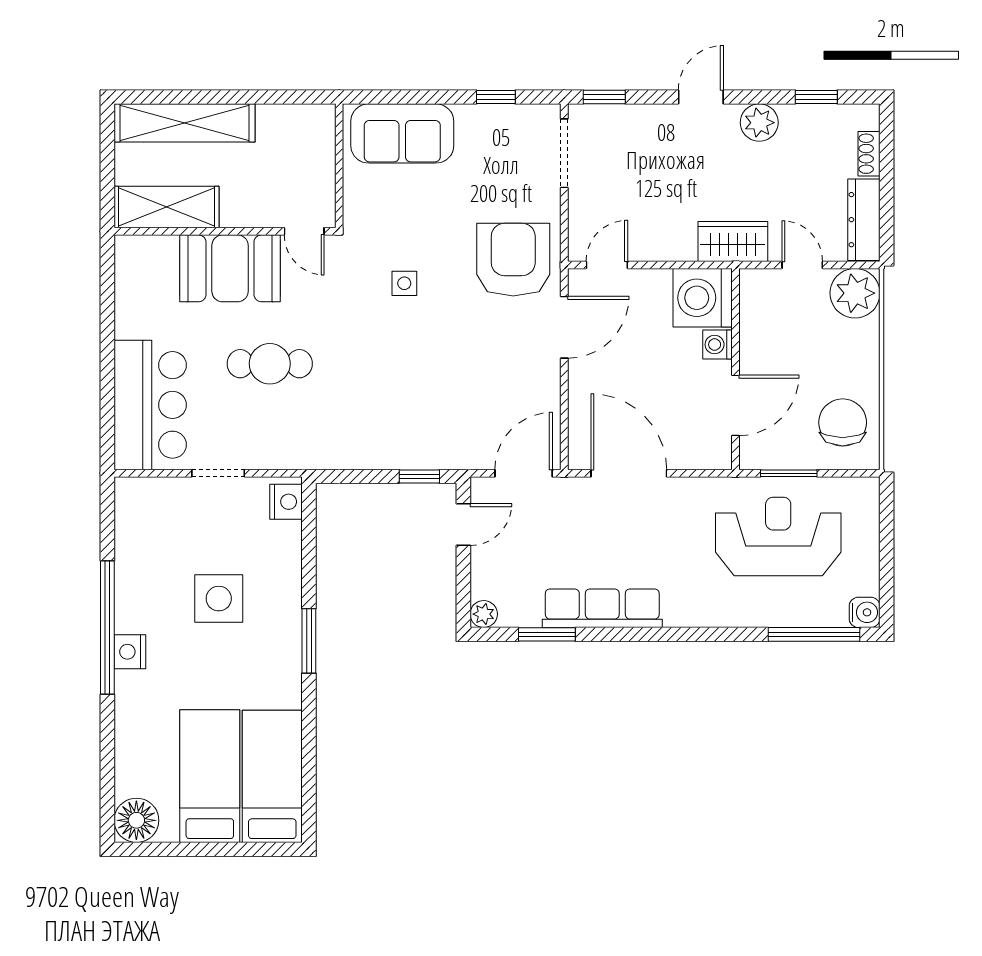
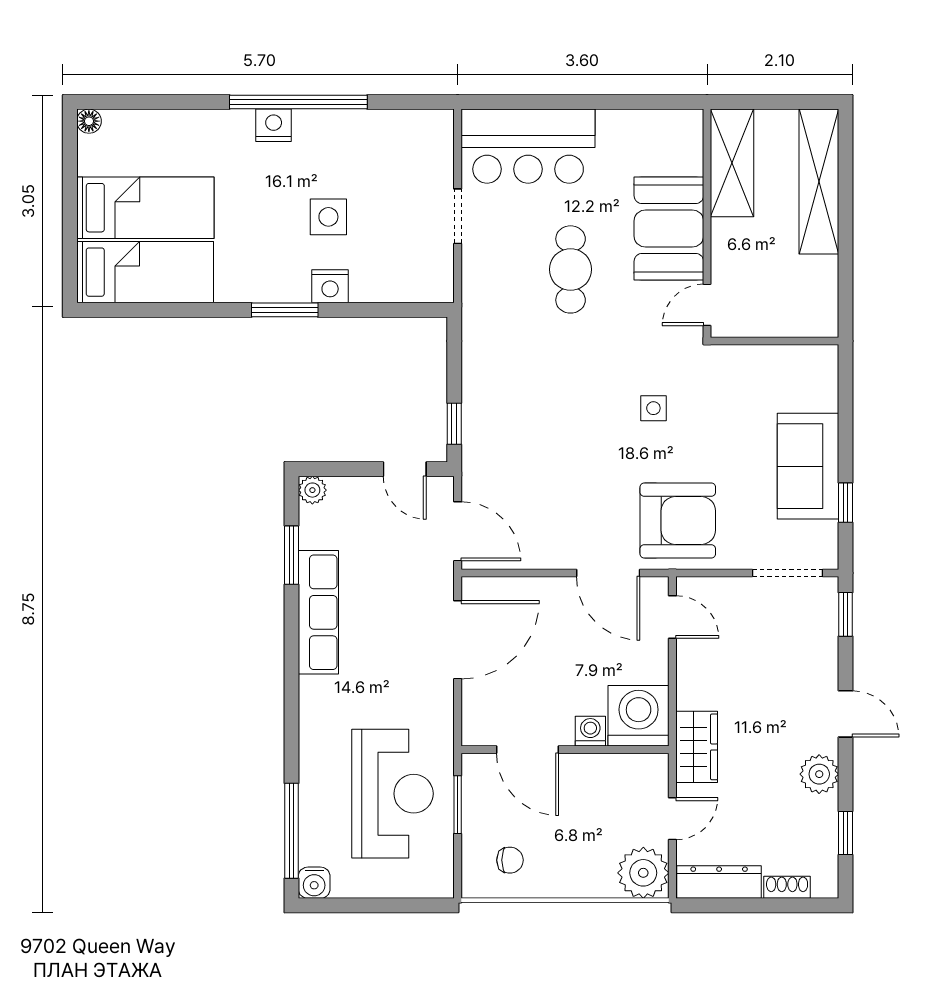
sofa: (402, 133) -> (808, 466), moved
chair: (843, 422) -> (510, 860), width x0.54, depth x0.54
nightstand: (286, 502) -> (330, 286), moved
side table: (219, 599) -> (328, 217), width x0.73, depth x0.73
floor lamp: (136, 820) -> (89, 121), width x0.53, depth x0.53

